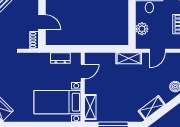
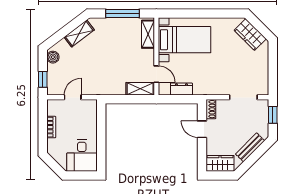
plant: (142, 29) -> (90, 122), removed
shelving: (129, 58) -> (140, 89), moved
door: (83, 71) -> (156, 74), swing flipped

